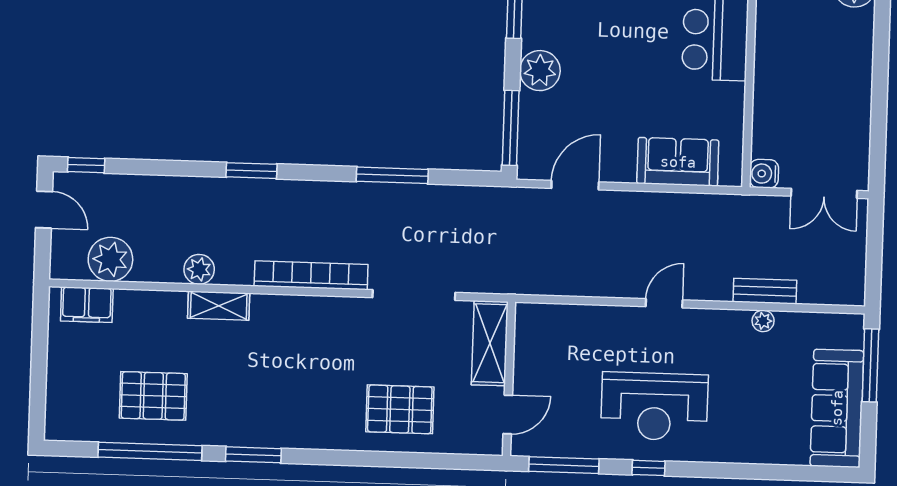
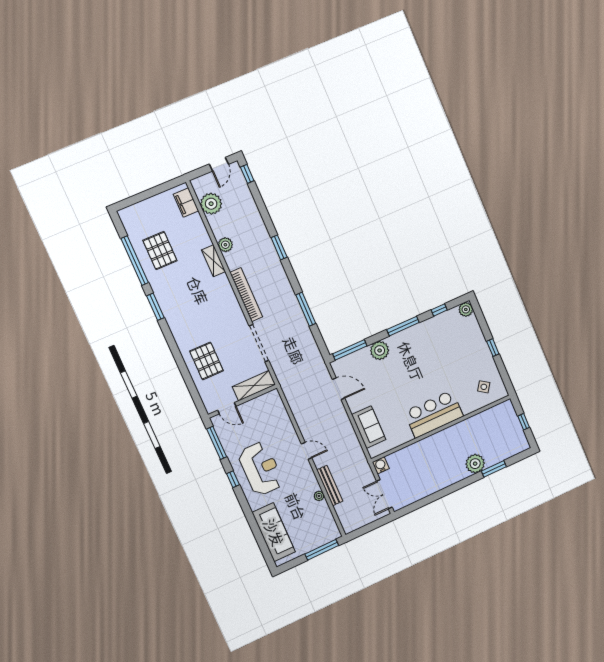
bench: (765, 291) -> (330, 486), width x1.36
reception desk: (654, 406) -> (261, 469), turned 180
sofa: (837, 408) -> (274, 532), moved, turned 90

